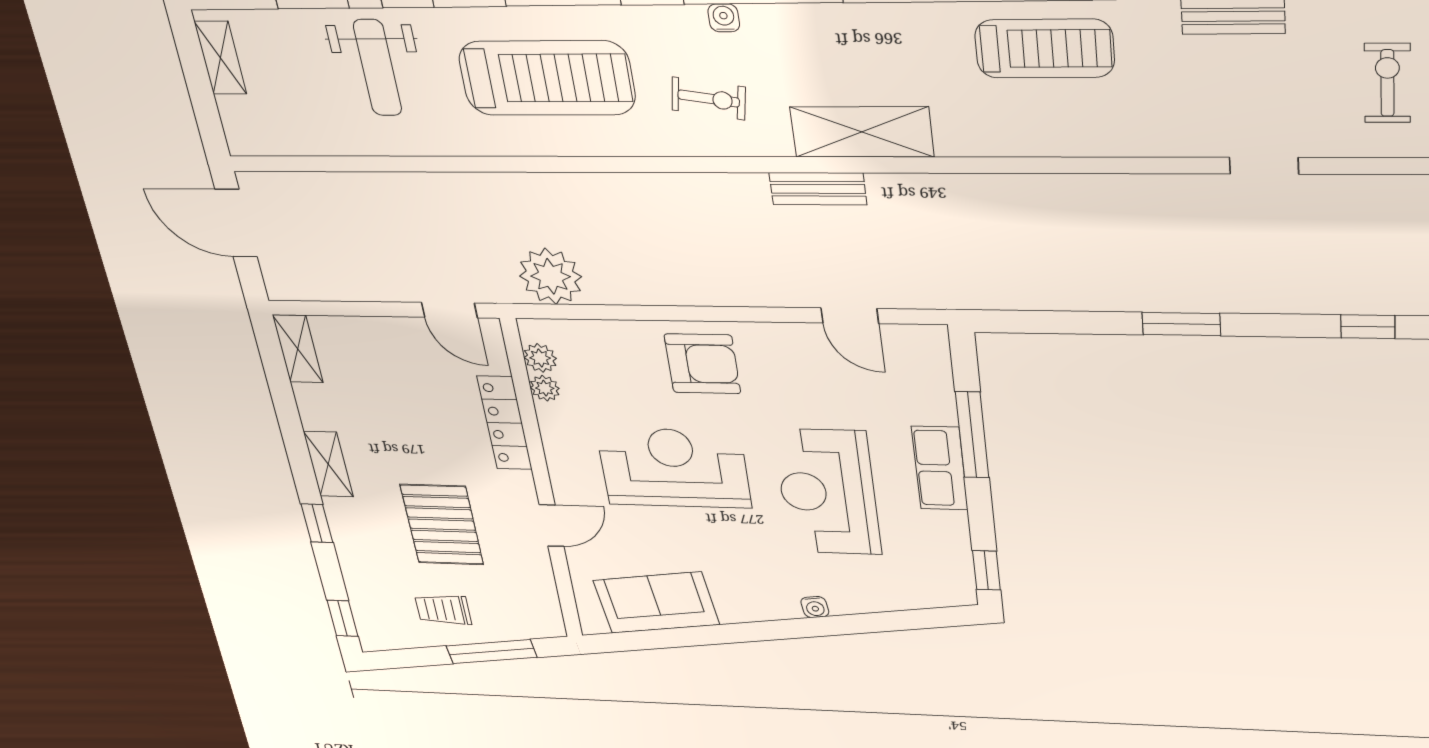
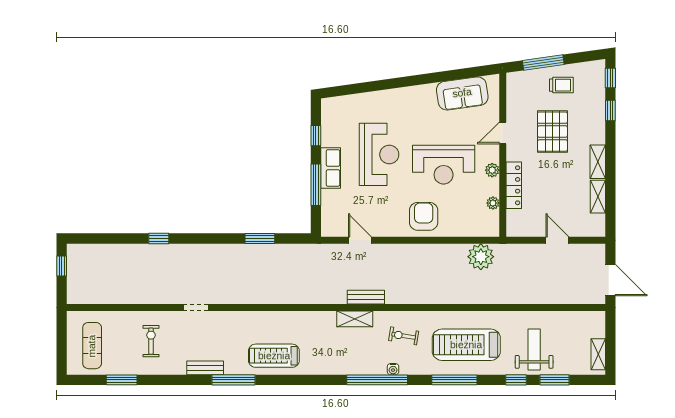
exercise bike: (1387, 83) -> (151, 341), turned 180
shelving: (862, 132) -> (355, 319), width x0.67, depth x0.75
door: (449, 310) -> (557, 240), moved
window: (1181, 324) -> (260, 238), moved
shelving: (298, 349) -> (598, 197), moved
plant: (540, 358) -> (492, 170), moved
armchair: (702, 364) -> (424, 216), turned 90
window: (317, 523) -> (610, 111), moved
window: (986, 570) -> (316, 136), moved
water cooler: (815, 607) -> (392, 94), removed

